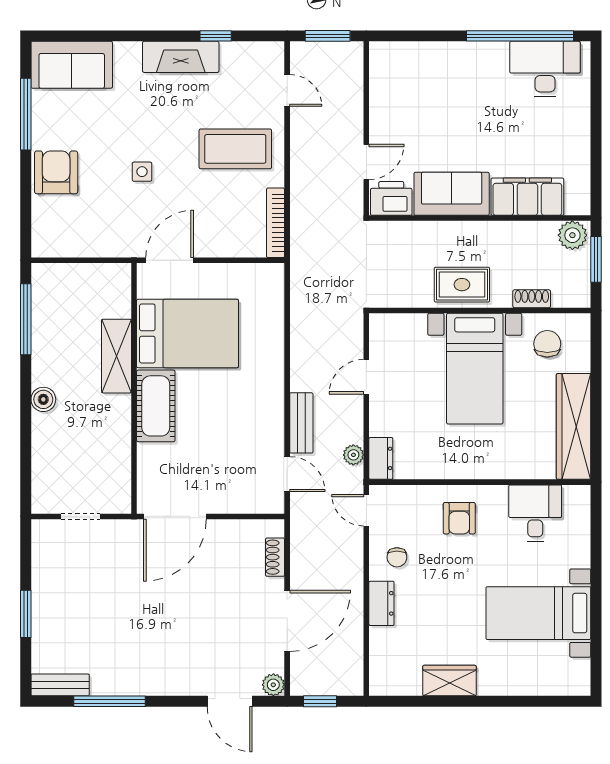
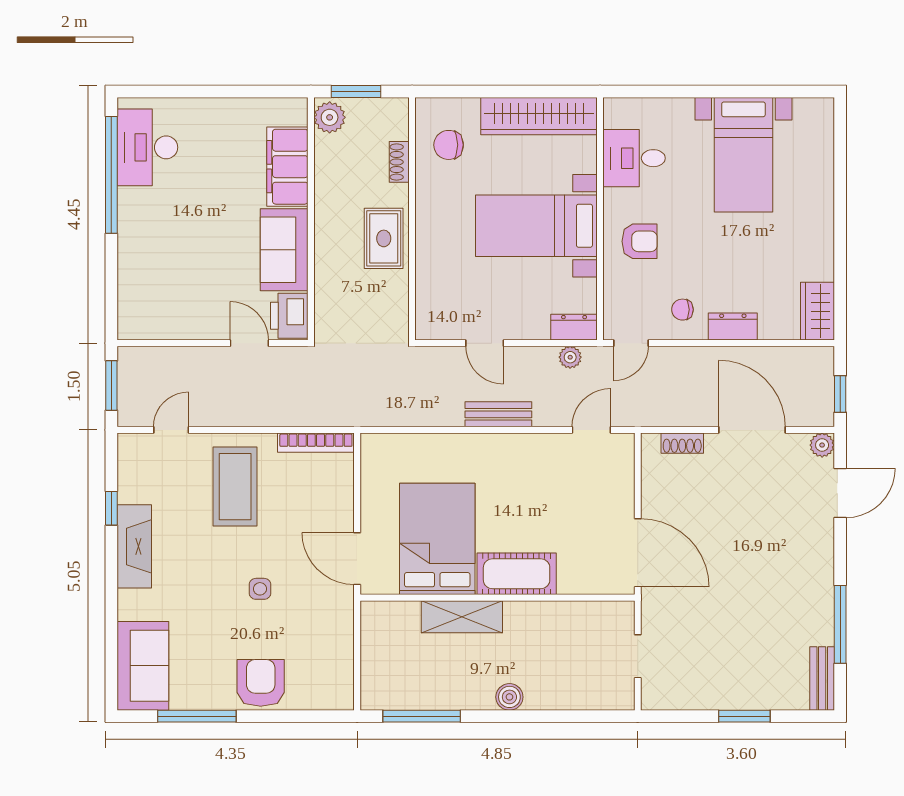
armchair: (56, 172) -> (261, 683), turned 90
bed with nightstands: (475, 369) -> (536, 226), moved, turned 180
bench: (301, 423) -> (498, 414), moved
chair: (397, 557) -> (682, 310), turned 180
wardrobe: (449, 681) -> (817, 311), moved

